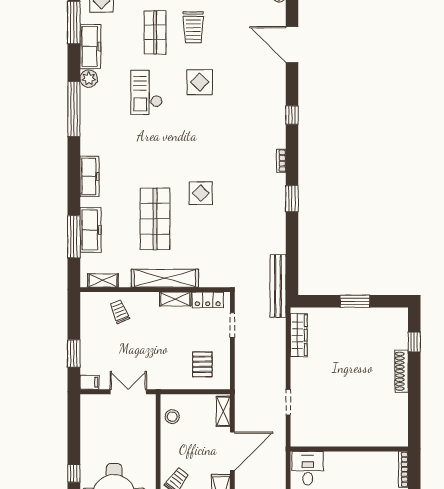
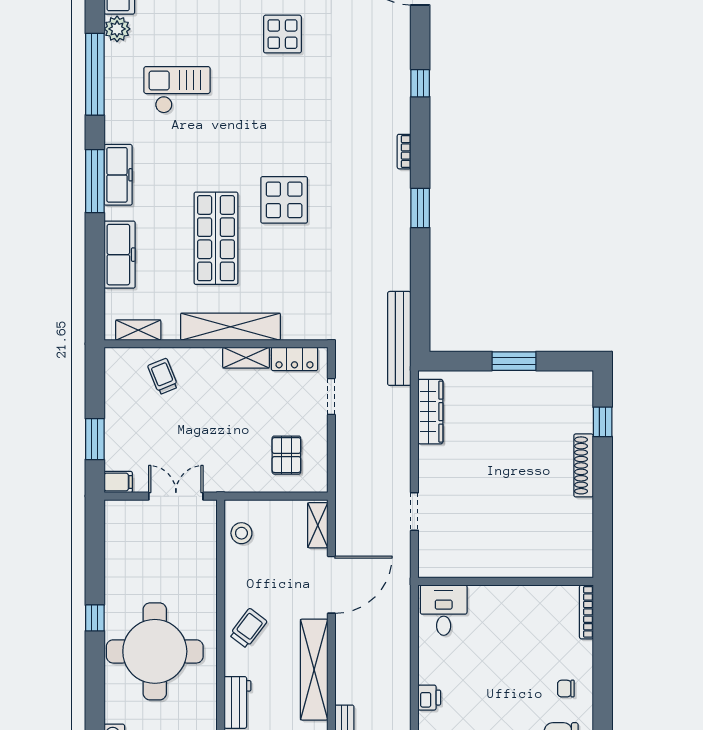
checkout: (146, 92) -> (177, 90), moved, turned 90
display table: (201, 193) -> (284, 200), width x1.36, depth x1.36
window: (74, 237) -> (95, 181), moved

